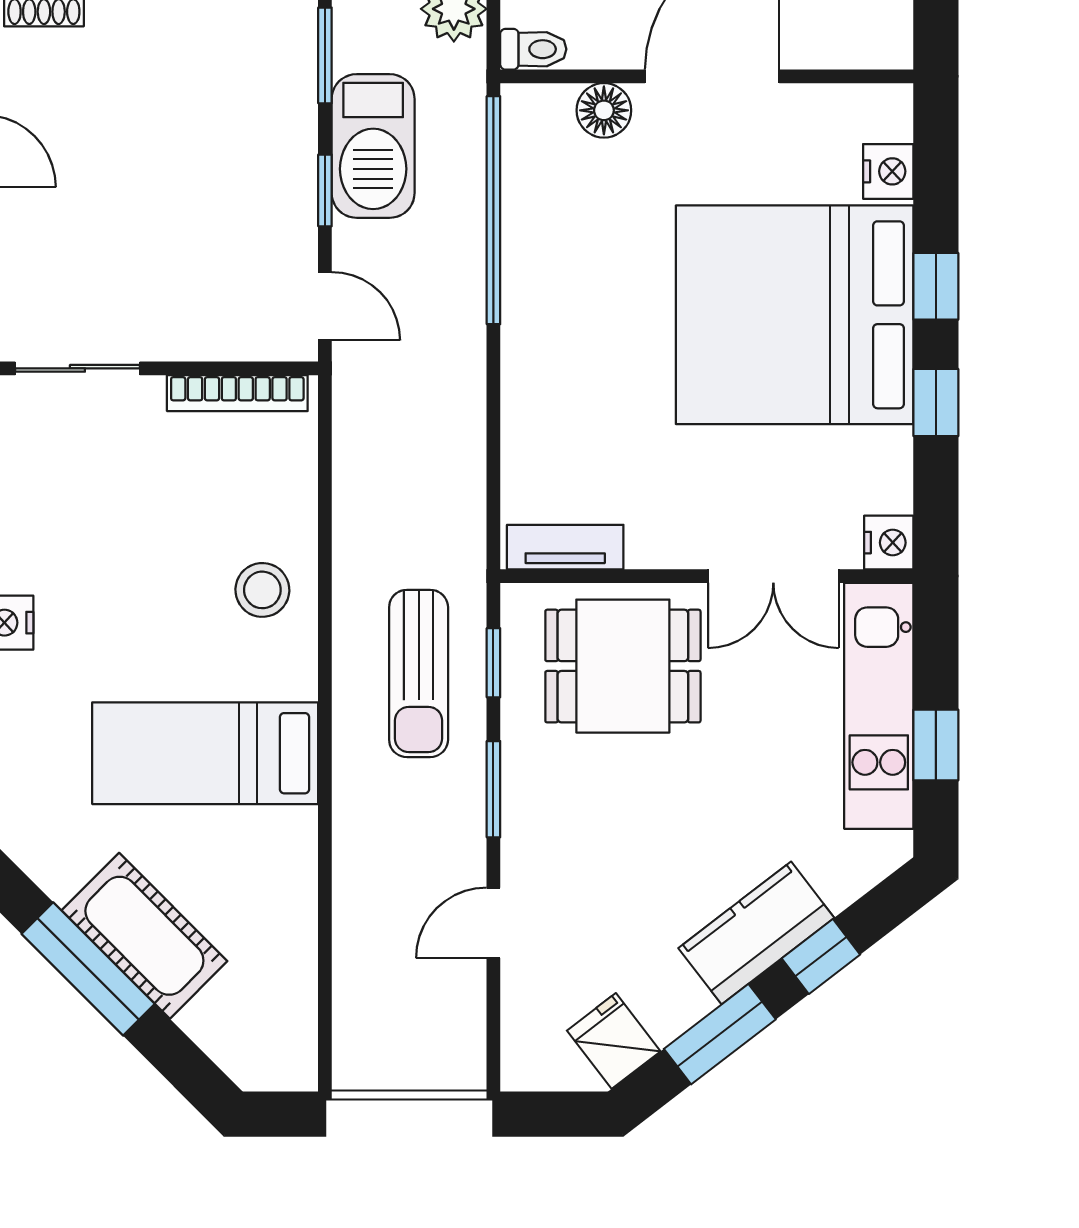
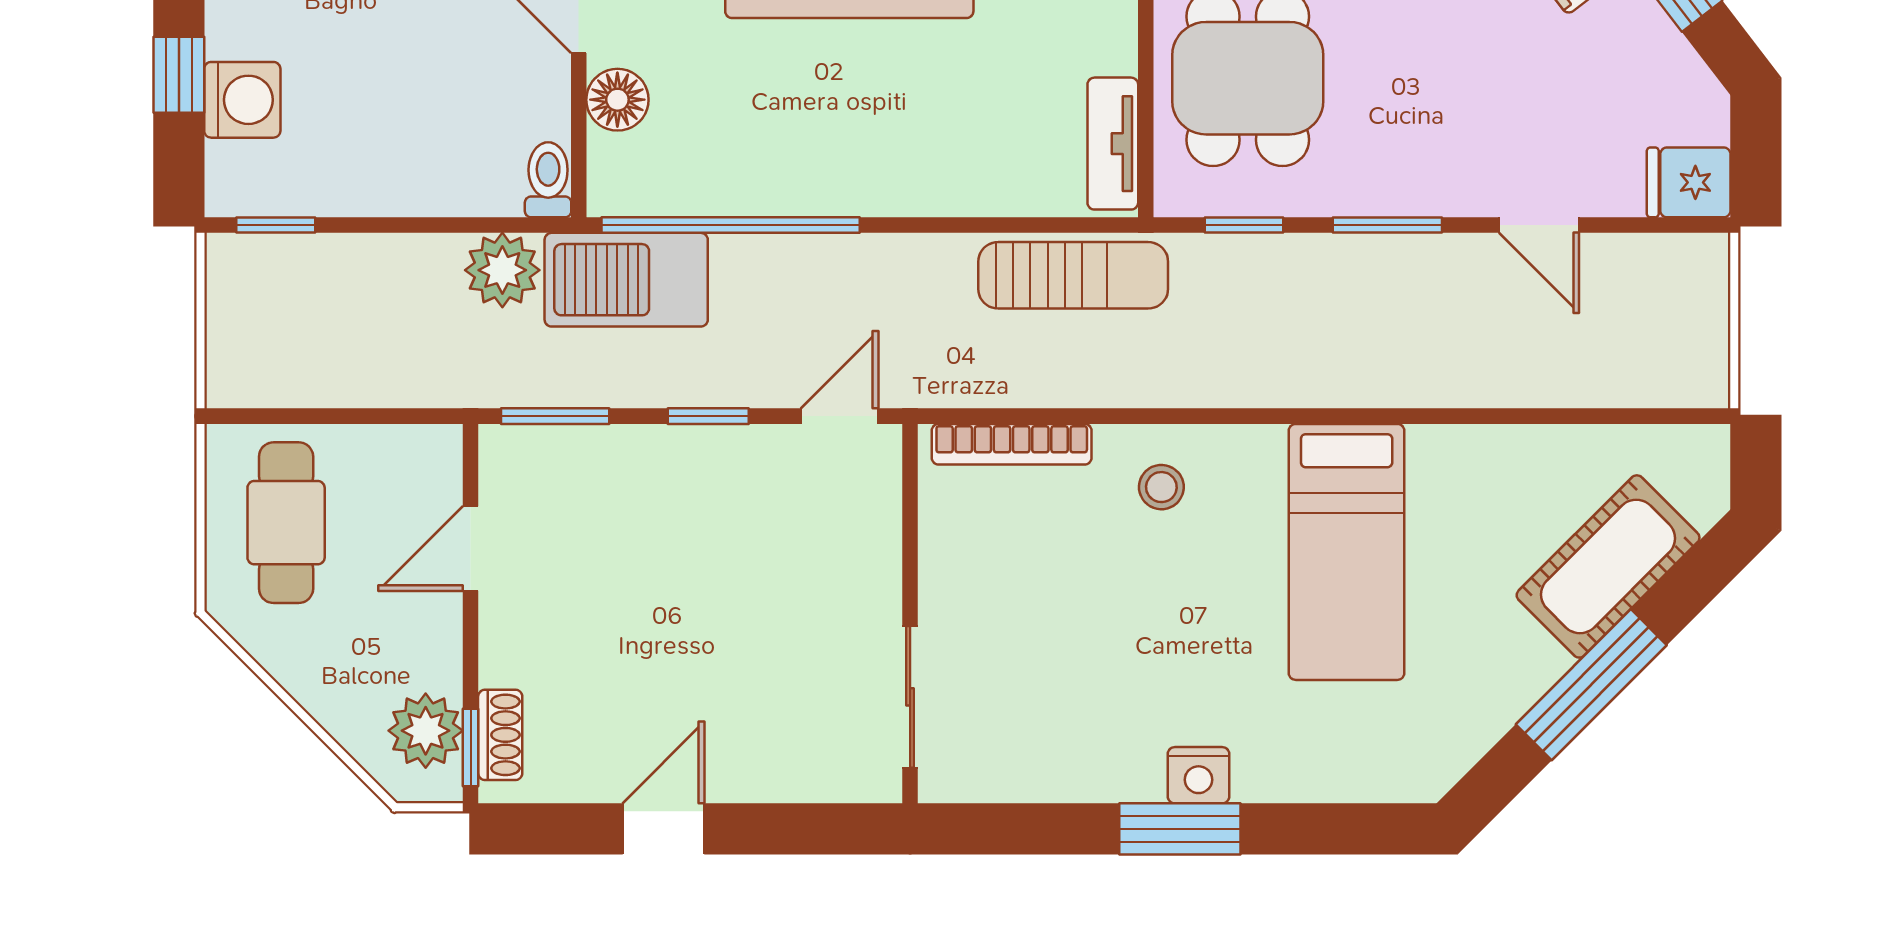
barbecue: (373, 146) -> (626, 280), moved, turned 180
bookcase: (237, 393) -> (1012, 444), moved, turned 90
stool: (262, 590) -> (1161, 487), width x0.73, depth x0.73
sun lounger: (419, 673) -> (1073, 275), moved
cot: (144, 936) -> (1608, 566), moved
fridge: (614, 1041) -> (1689, 182), moved, turned 38

